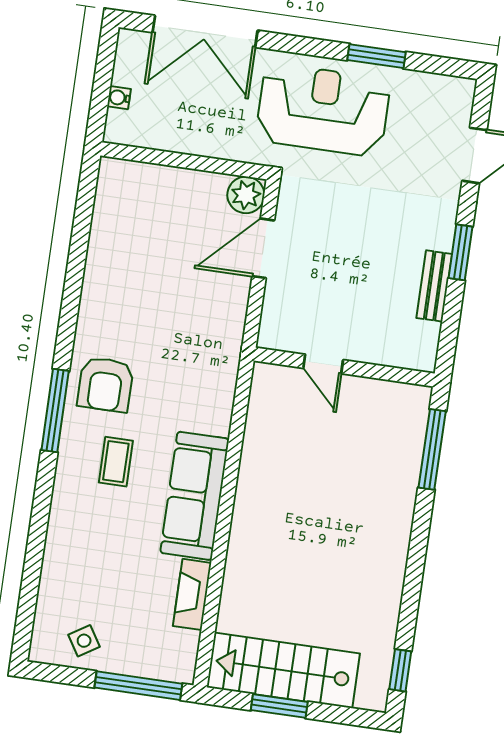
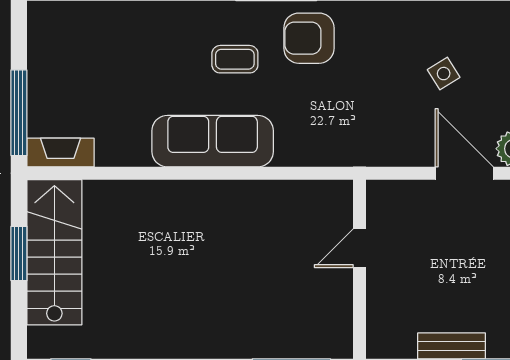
fireplace: (192, 594) -> (61, 153), moved
side table: (84, 641) -> (444, 74), moved

